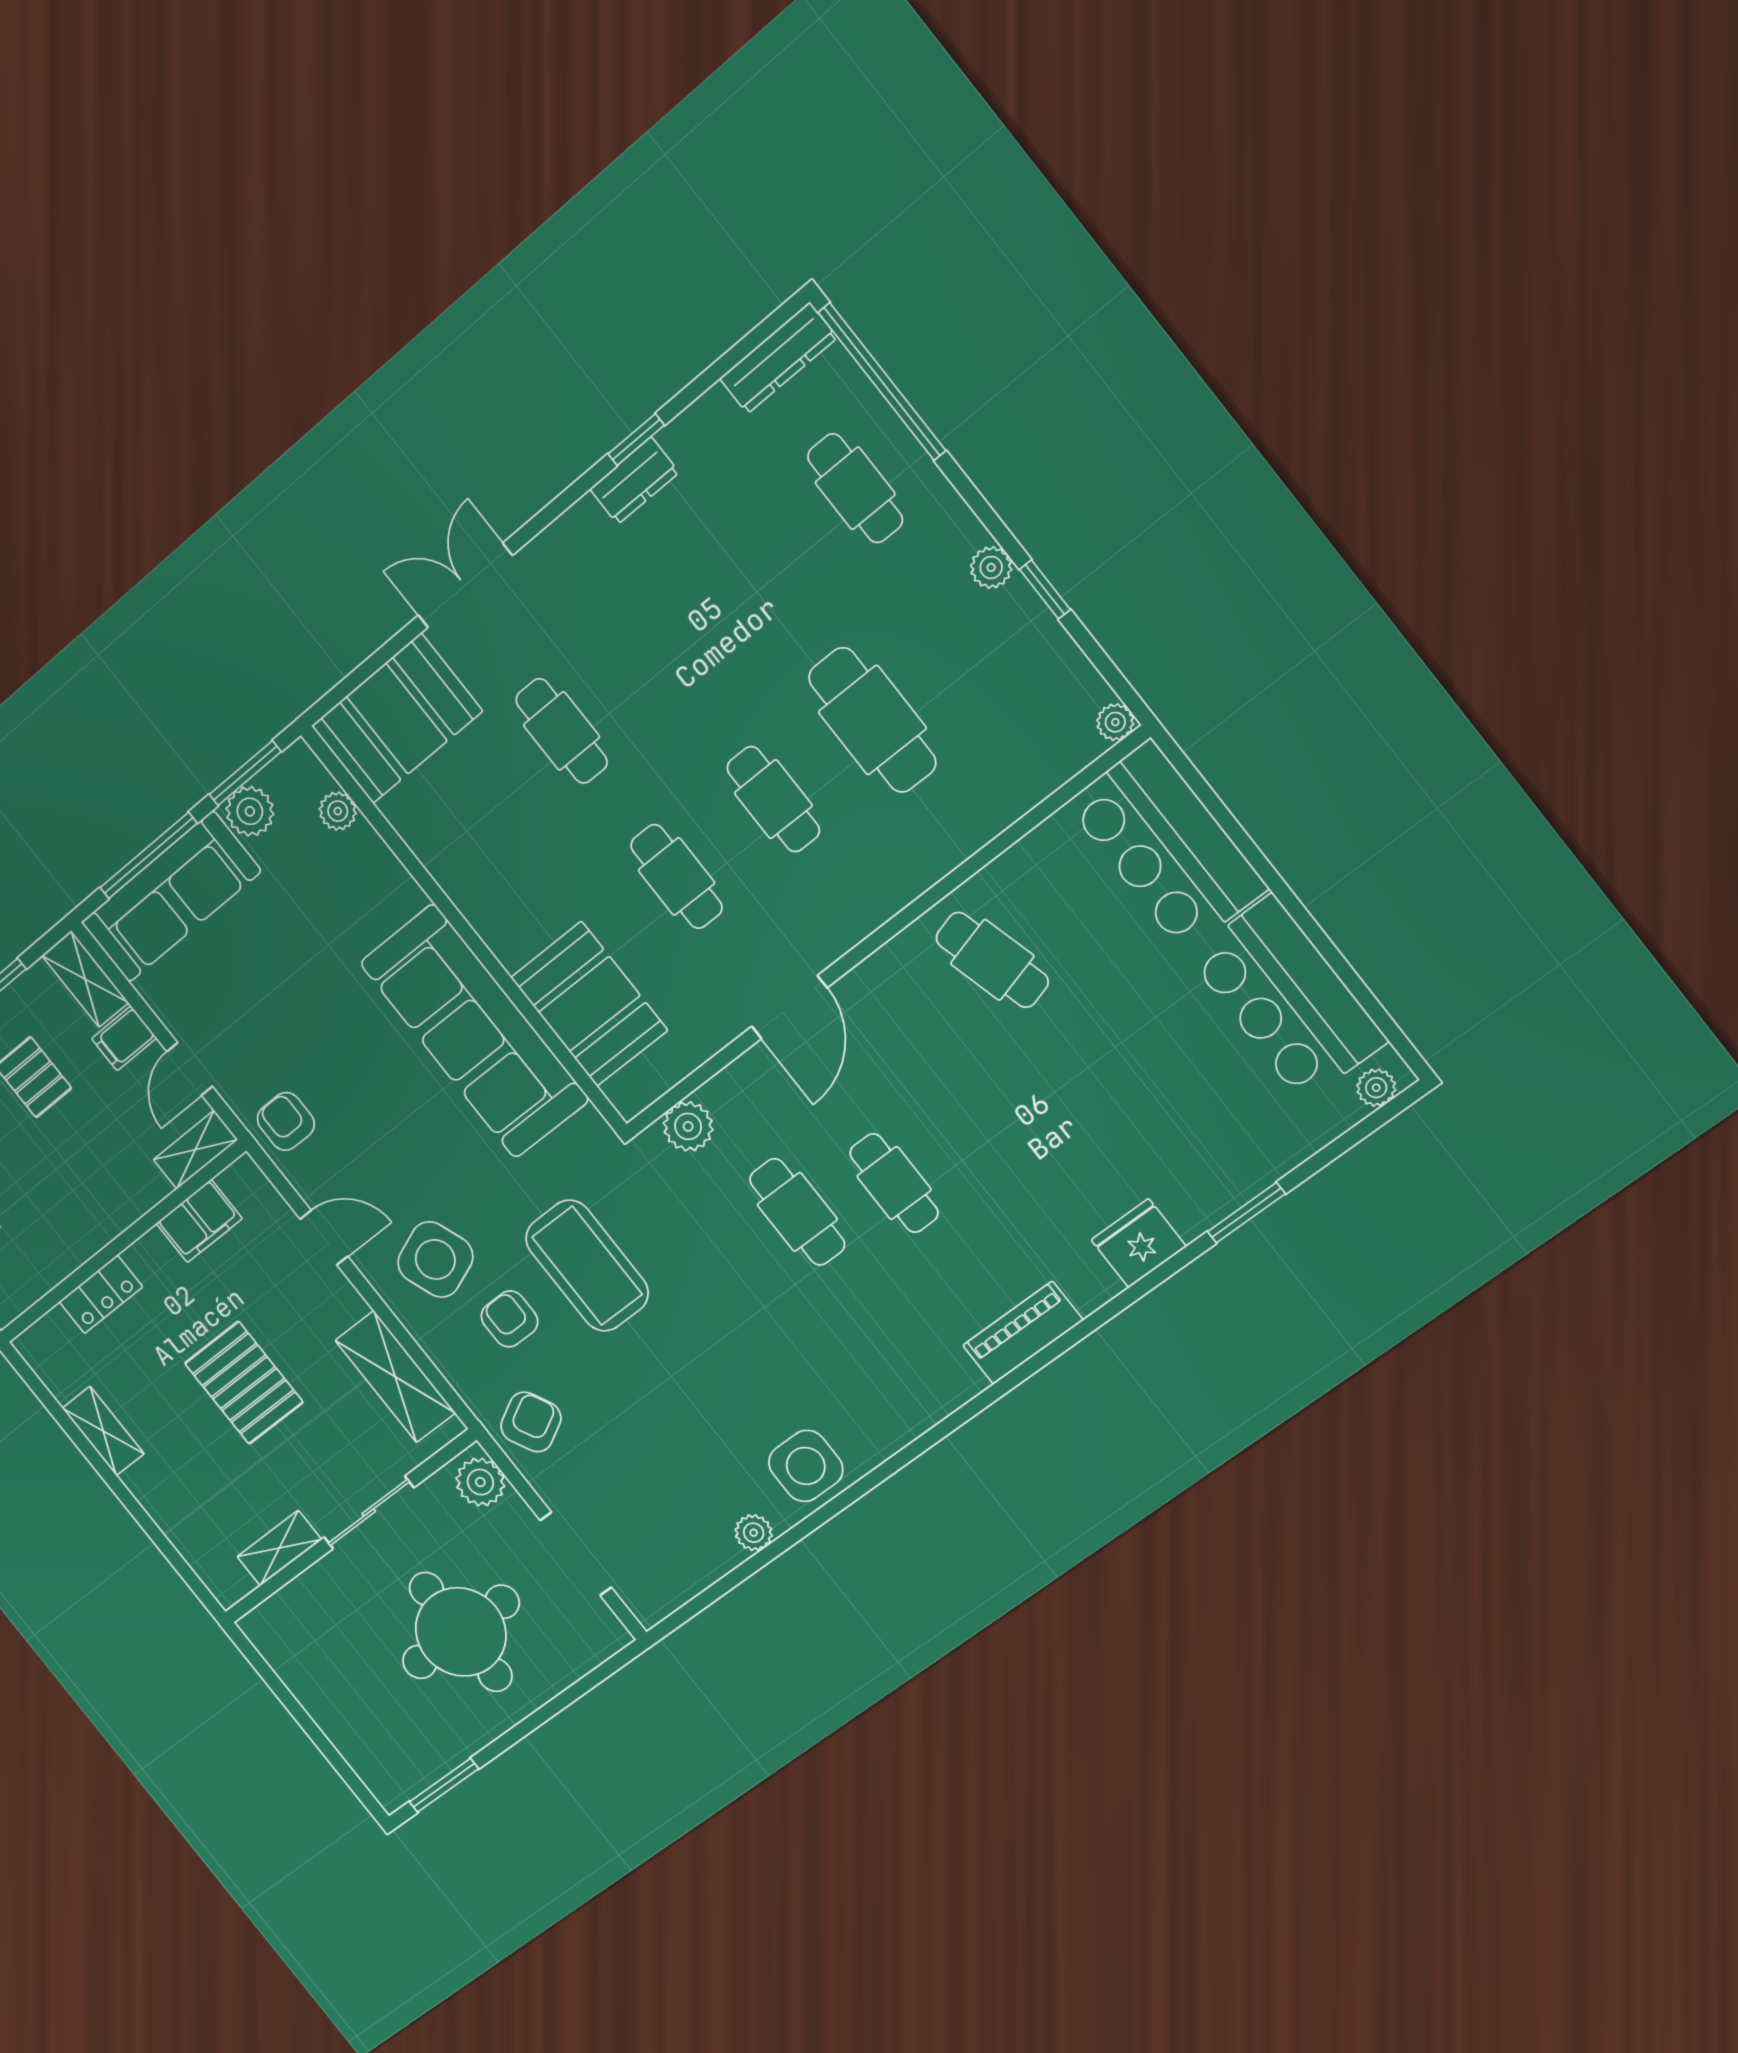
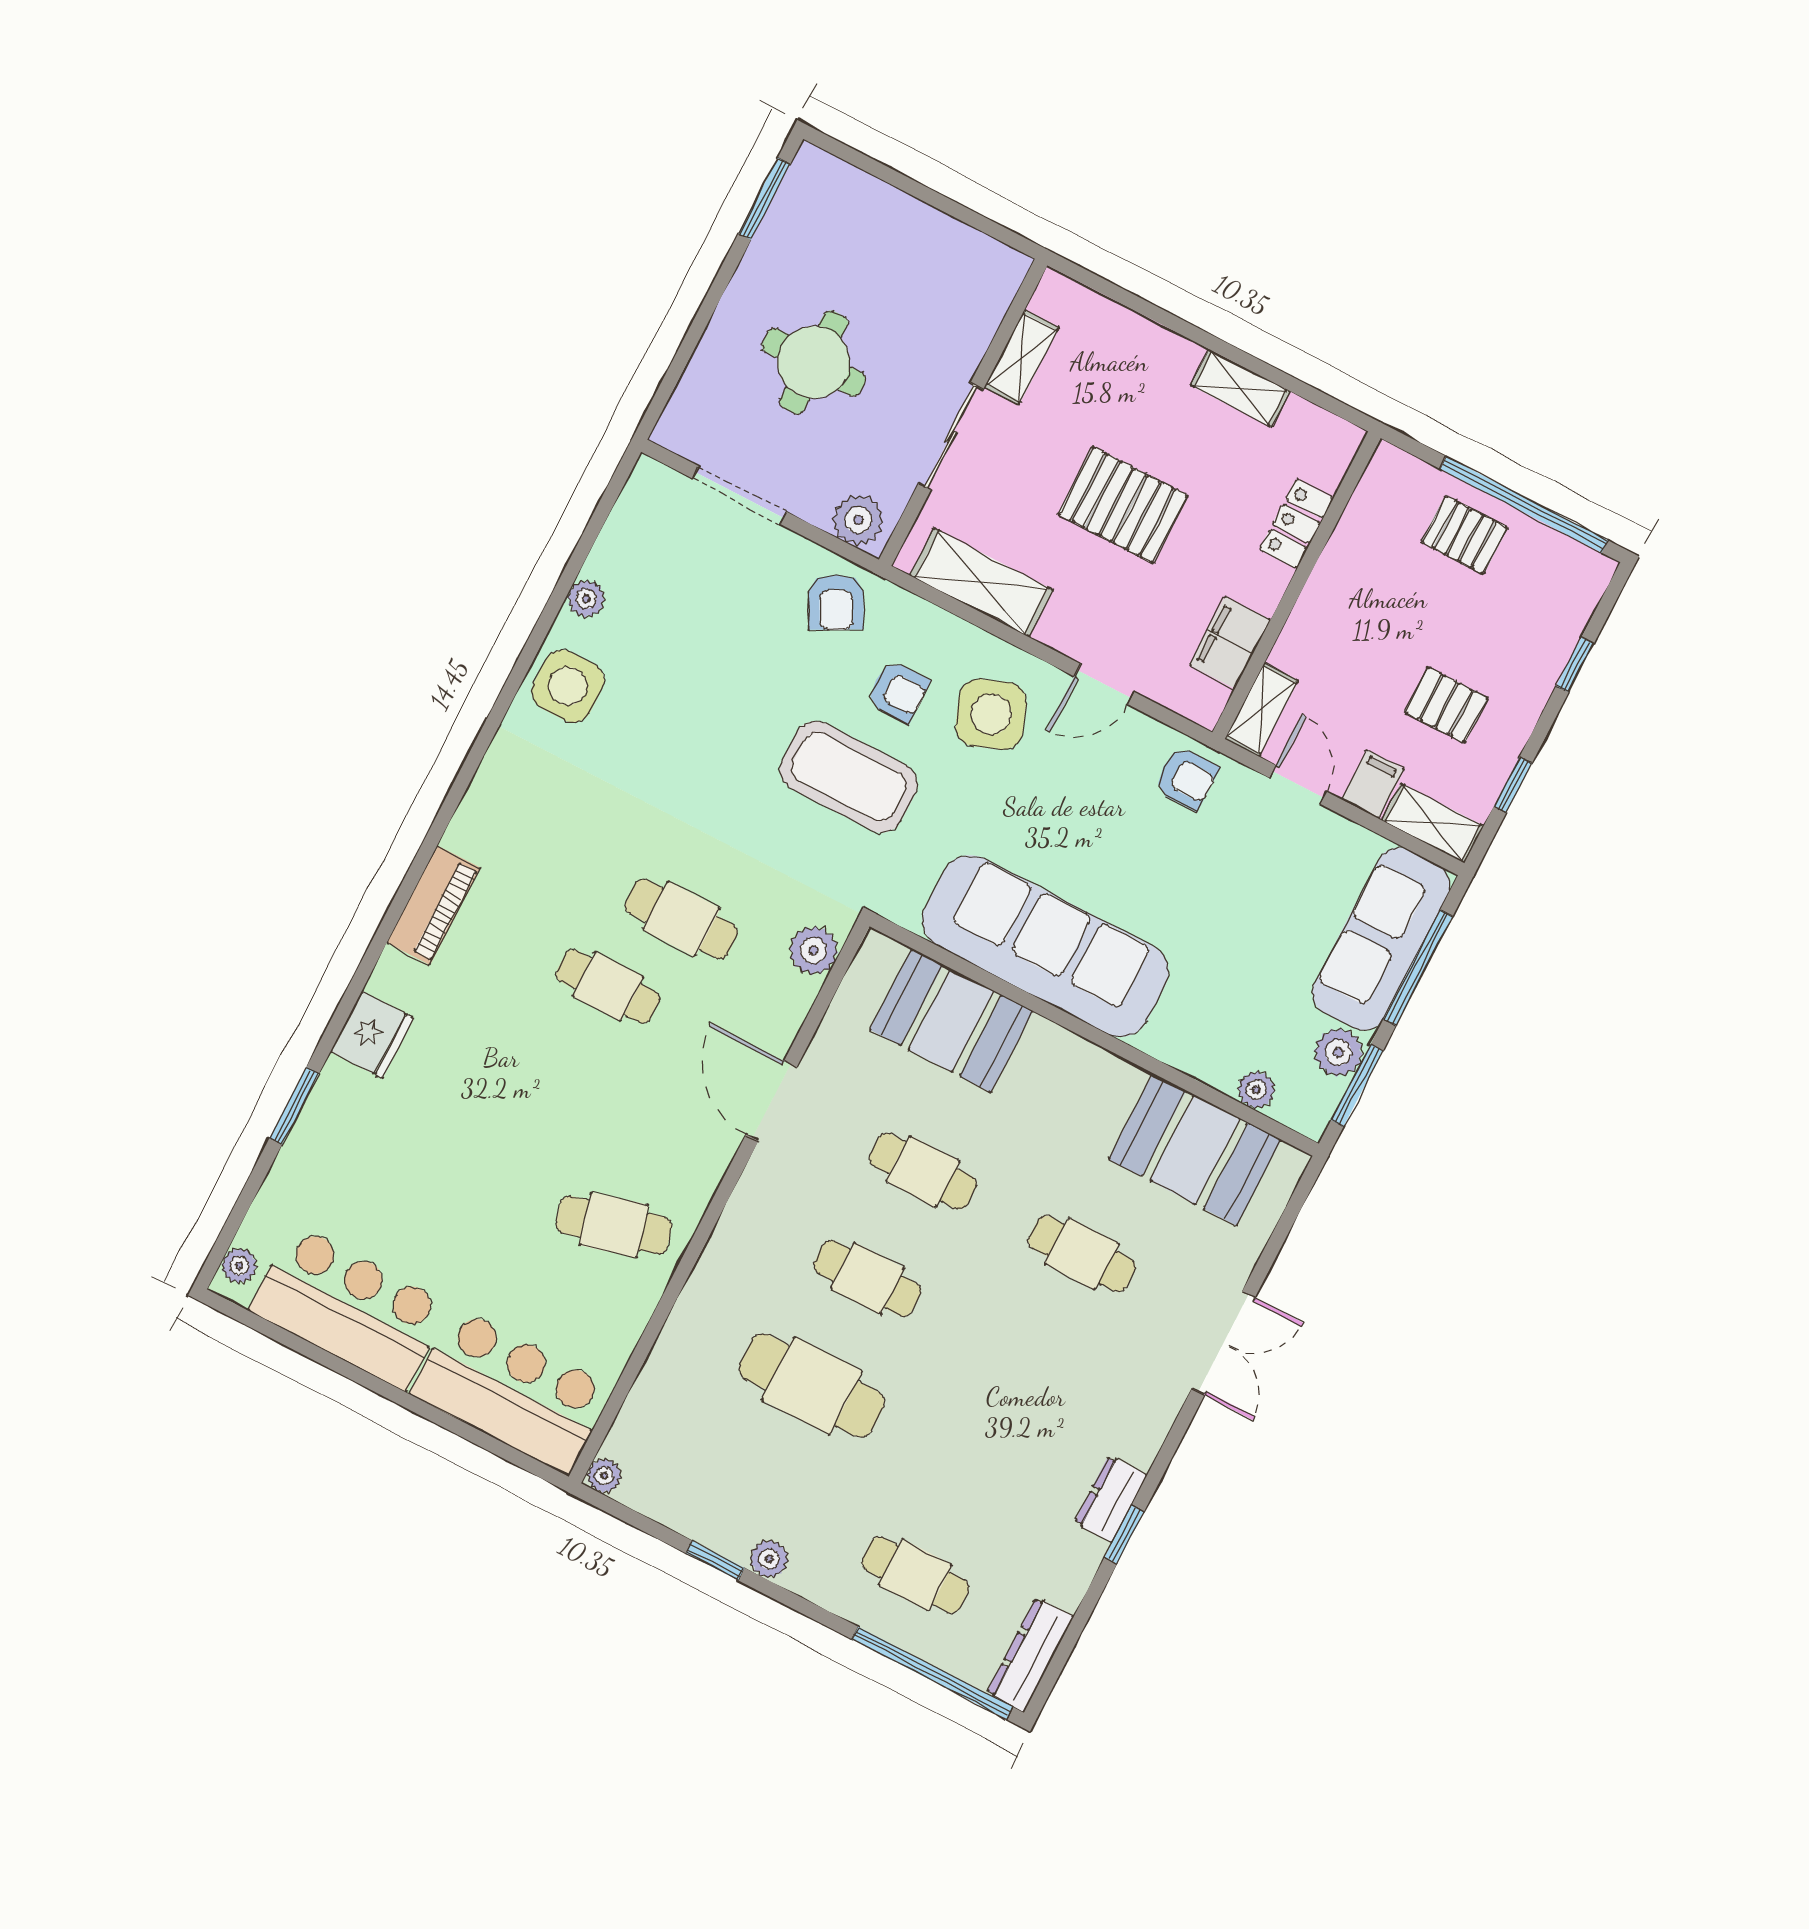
booth: (397, 719) -> (1195, 1149), moved, turned 90
round table: (461, 1632) -> (814, 362), width x0.73, depth x0.73

